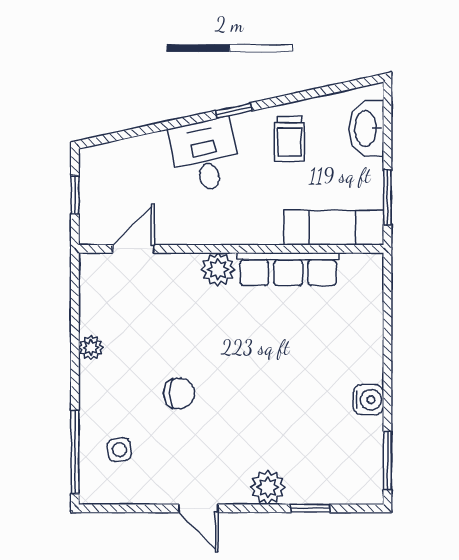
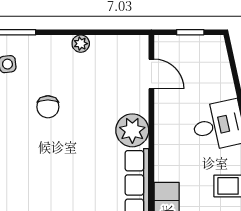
plant: (218, 270) -> (132, 130), width x1.36, depth x1.36

